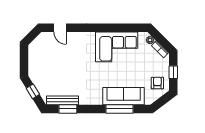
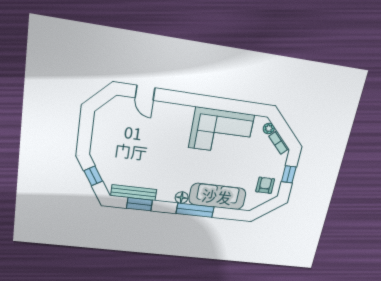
floor lamp: (97, 100) -> (182, 198), added
window: (120, 109) -> (195, 210), moved

